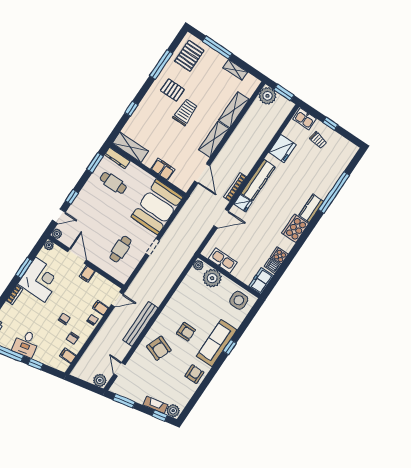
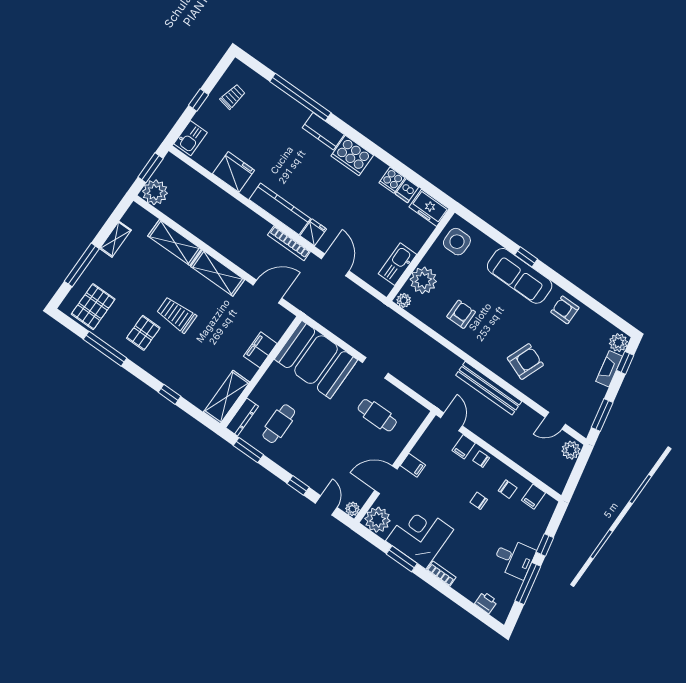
pallet: (189, 56) -> (93, 307), turned 90
trolley: (318, 140) -> (233, 97), moved
plant: (49, 245) -> (377, 520), width x1.88, depth x1.88
armchair: (186, 332) -> (461, 314), moved

